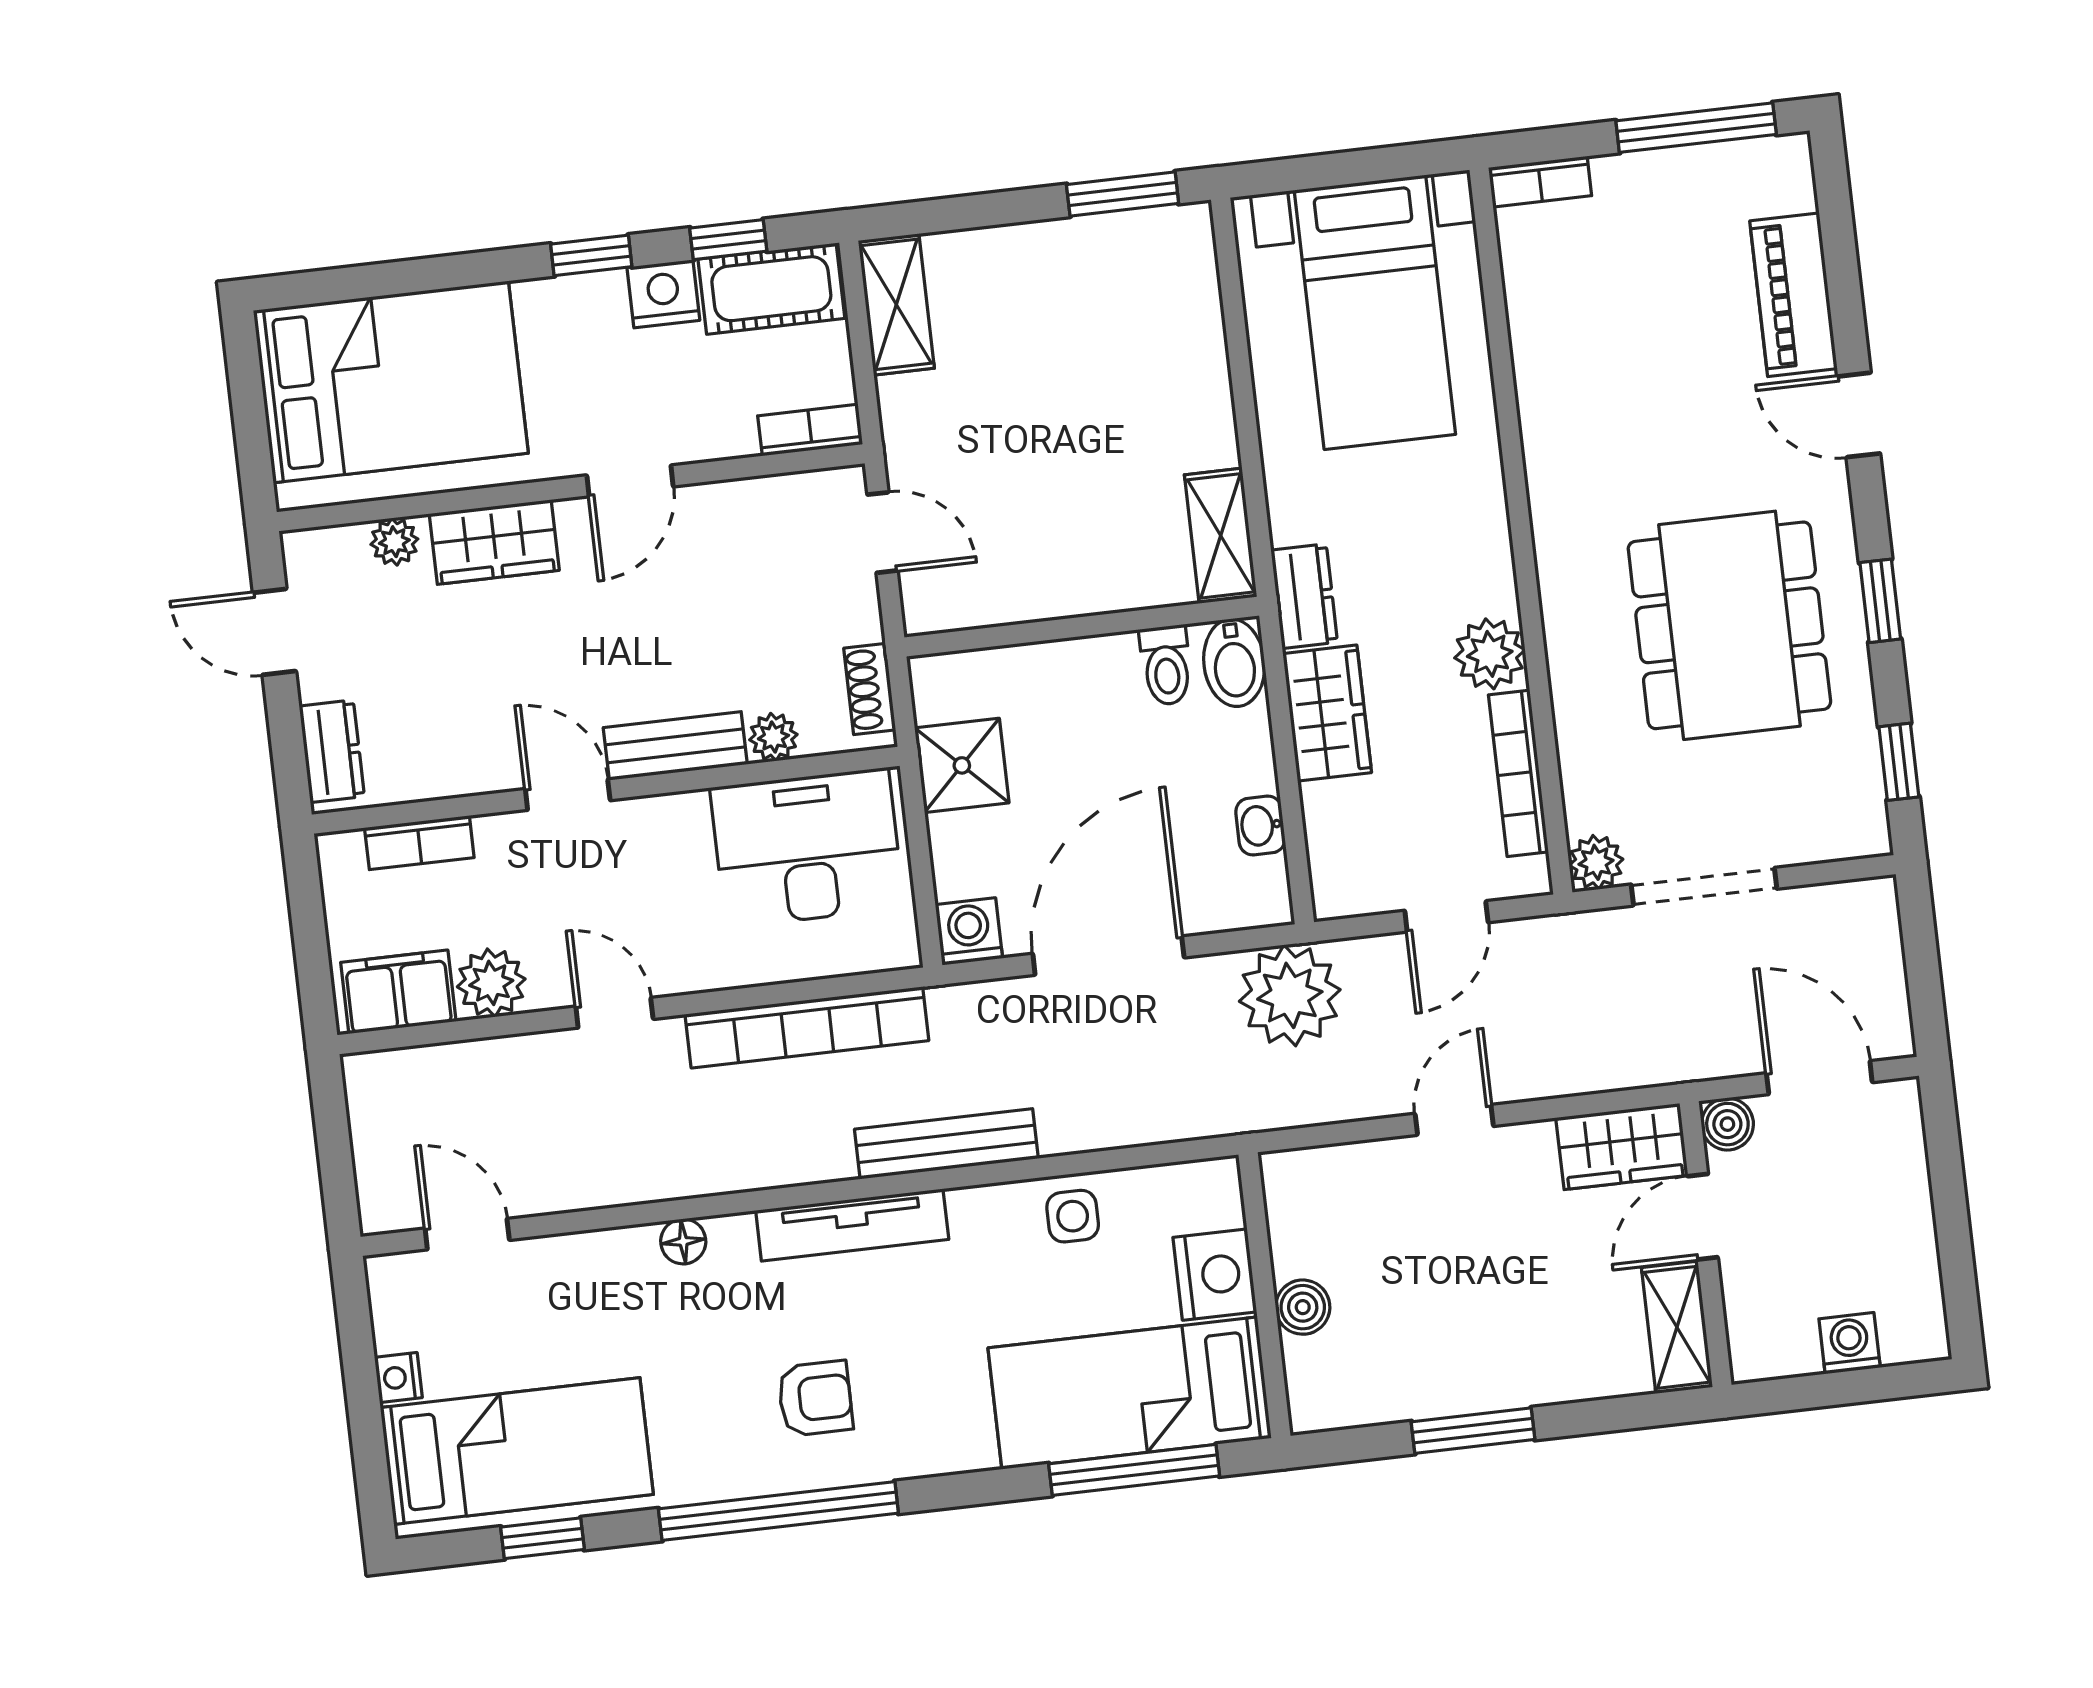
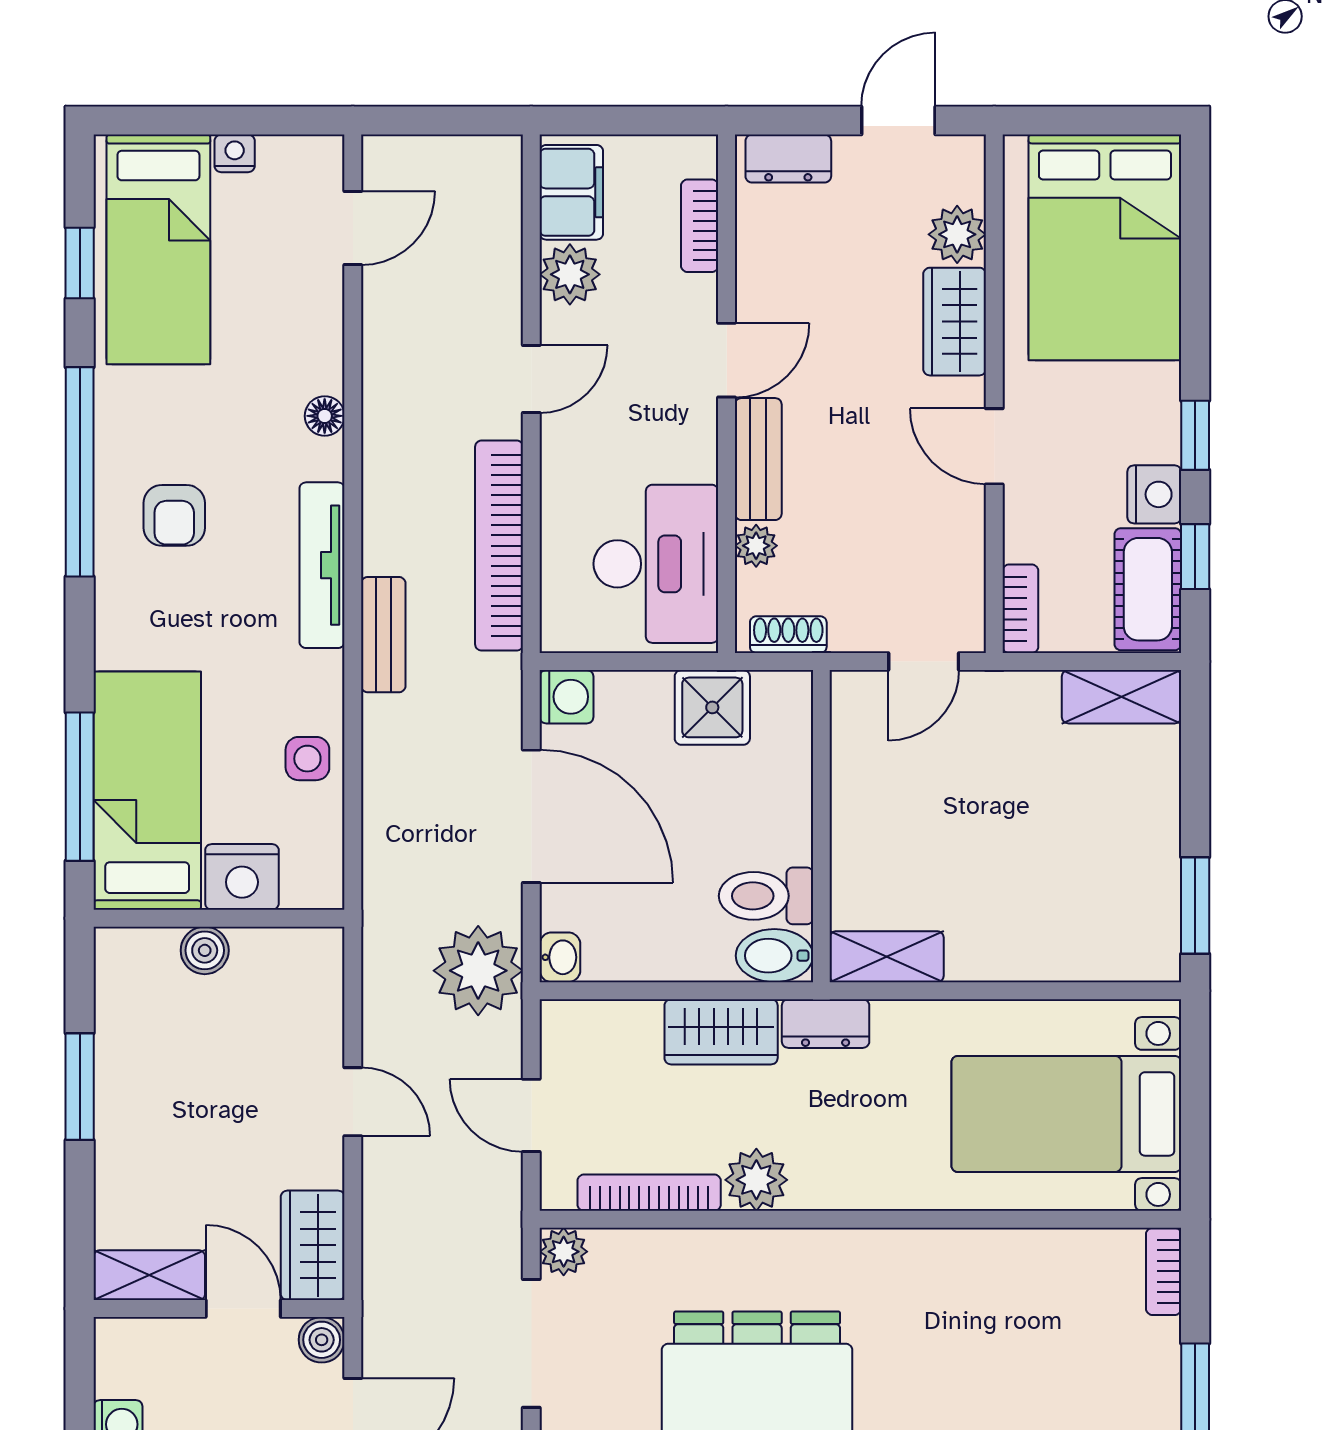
plant: (394, 542) -> (957, 234), width x1.38, depth x1.38
toilet: (1166, 665) -> (766, 896), width x1.37, depth x1.39
washbasin: (1260, 825) -> (560, 957), moved, turned 90
bench: (946, 1144) -> (383, 635), width x0.73

